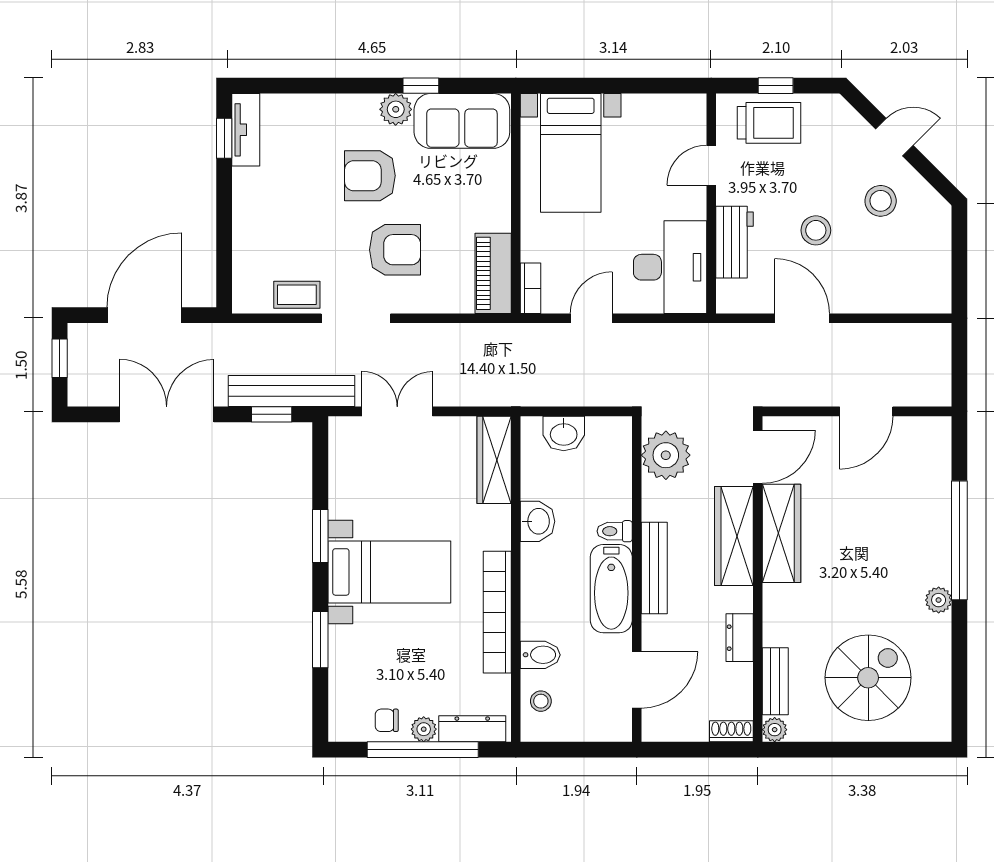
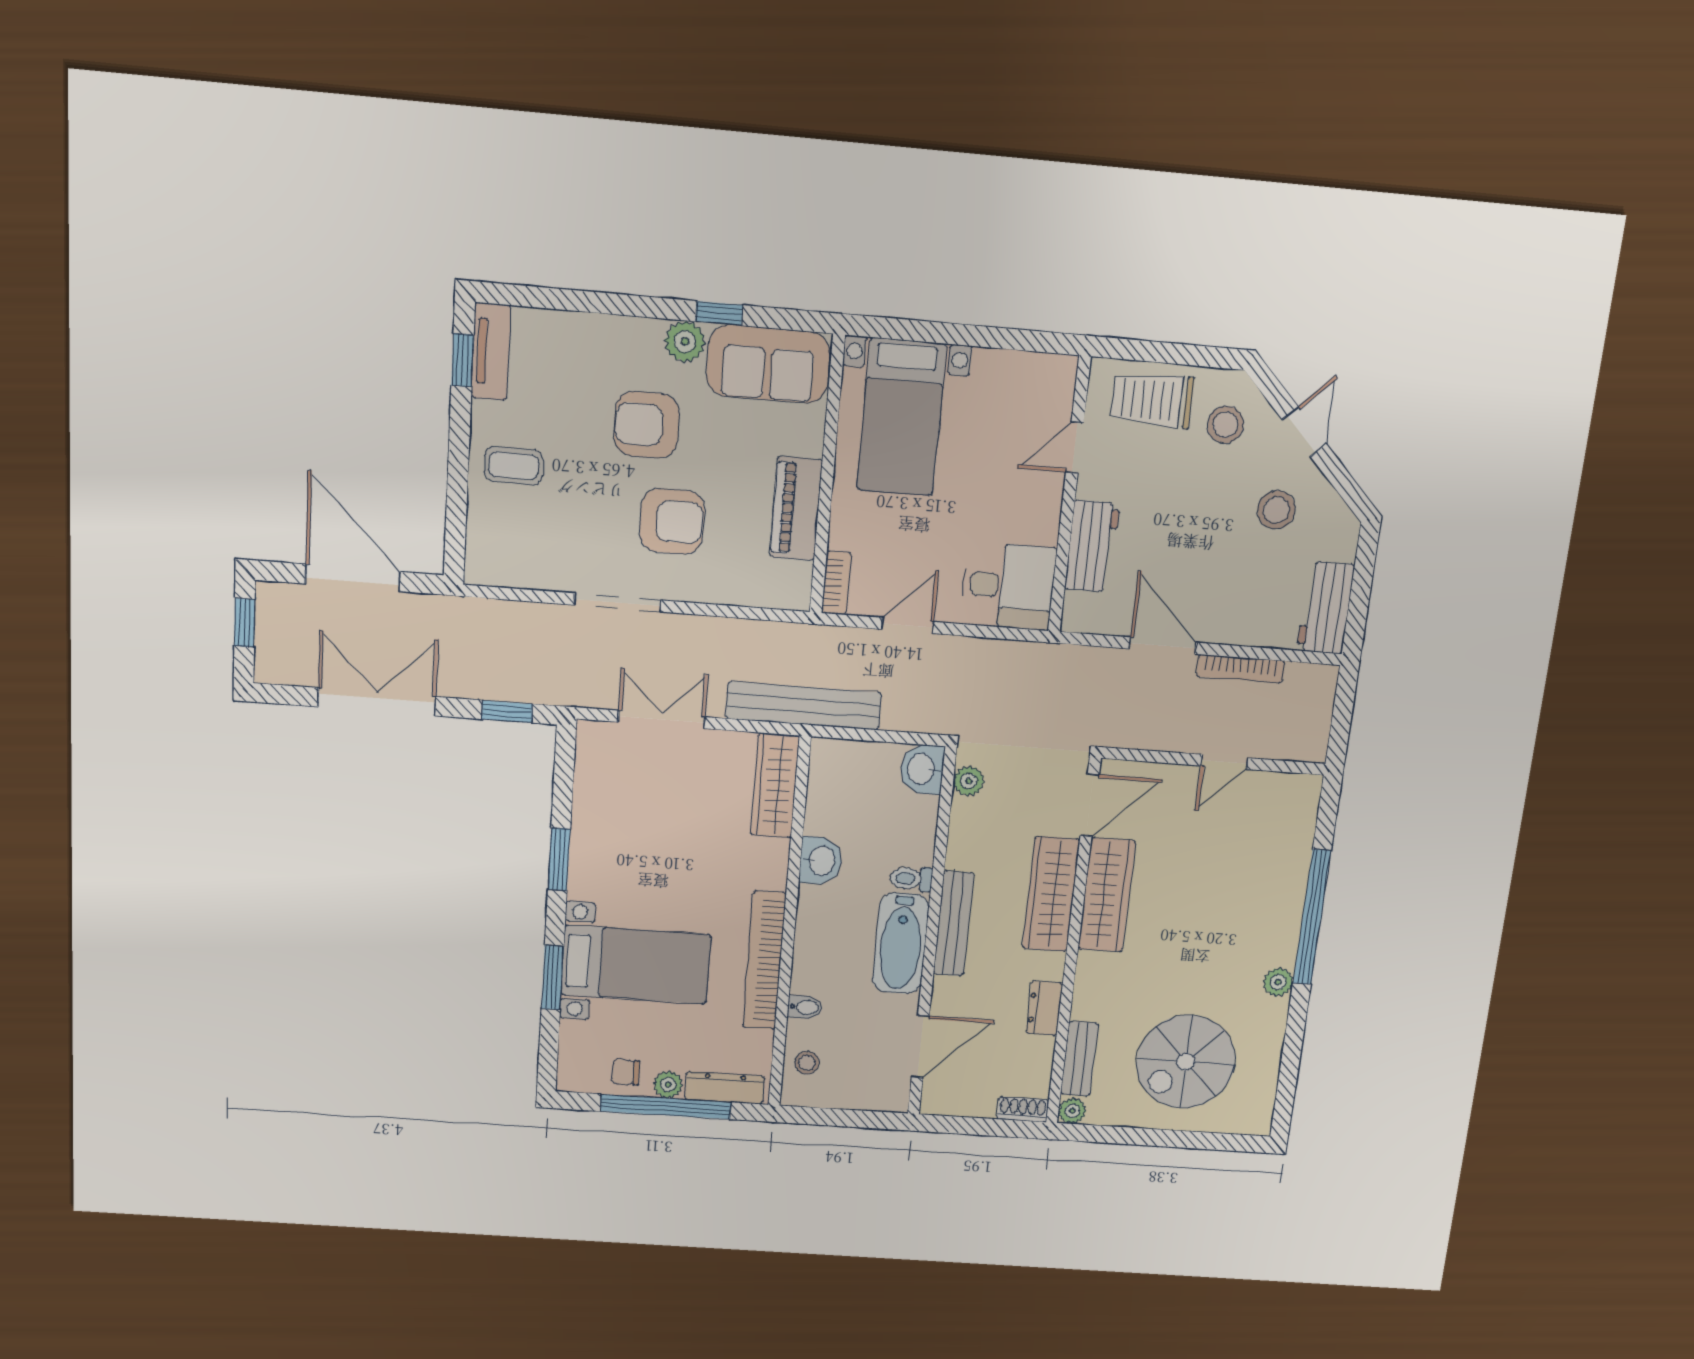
window: (776, 86) -> (1166, 353), removed
trolley: (769, 123) -> (1152, 400), turned 180
door: (894, 137) -> (1304, 432), hinge flipped
stool: (816, 230) -> (1225, 425), moved
desk: (670, 267) -> (1008, 586), width x0.73
piano: (493, 273) -> (796, 508), moved
workbench: (933, 276) -> (1326, 608), added
coffee table: (297, 295) -> (514, 466), moved
door: (144, 315) -> (353, 578), hinge flipped
bookcase: (869, 332) -> (1240, 669), added
bench: (291, 391) -> (804, 706), moved
door: (866, 411) -> (1224, 762), width x0.73
washbasin: (564, 433) -> (922, 769), moved, turned 90
plant: (666, 455) -> (969, 781), width x0.53, depth x0.53
bed with nightstands: (389, 572) -> (636, 965), moved
bidet: (540, 655) -> (805, 1007), width x0.72, depth x0.74
spiral stairs: (868, 678) -> (1186, 1062), turned 180

